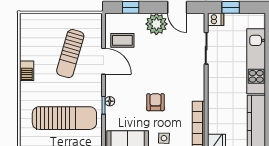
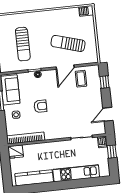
plant: (156, 24) -> (95, 101), removed
barbecue: (27, 71) -> (86, 11), moved
sun lounger: (64, 118) -> (23, 44), width x0.73, depth x0.75

